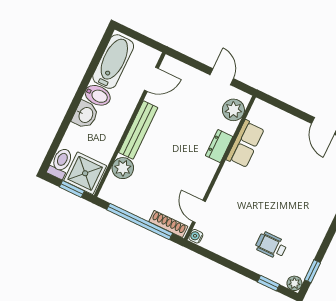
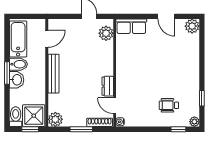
window: (77, 100) -> (7, 73), added
row of seats: (245, 144) -> (131, 26), moved, turned 90
dresser: (219, 146) -> (108, 86), moved
plant: (123, 168) -> (55, 119), moved
window: (140, 221) -> (81, 129), width x0.47
window: (313, 271) -> (202, 98), moved

